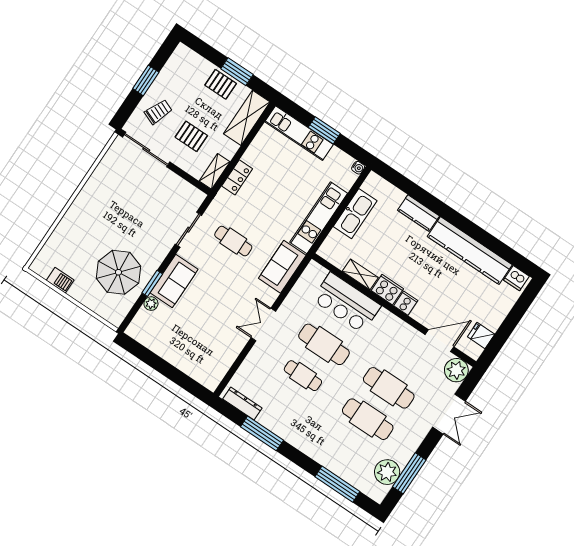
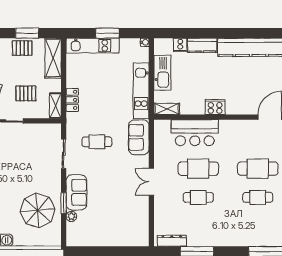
shelving: (360, 274) -> (167, 109), moved
cooker: (406, 303) -> (180, 45), moved, turned 180
cafe table: (368, 419) -> (258, 197), width x0.73, depth x0.74

